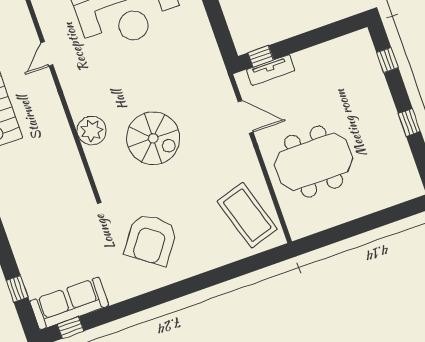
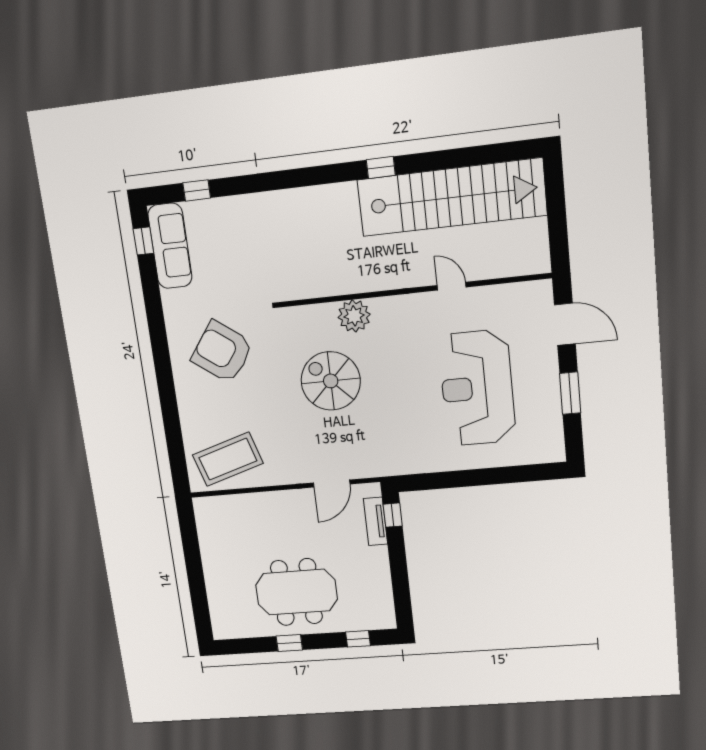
spiral stairs: (153, 138) -> (331, 381), turned 90
meeting table: (314, 162) -> (296, 592), moved, turned 90

